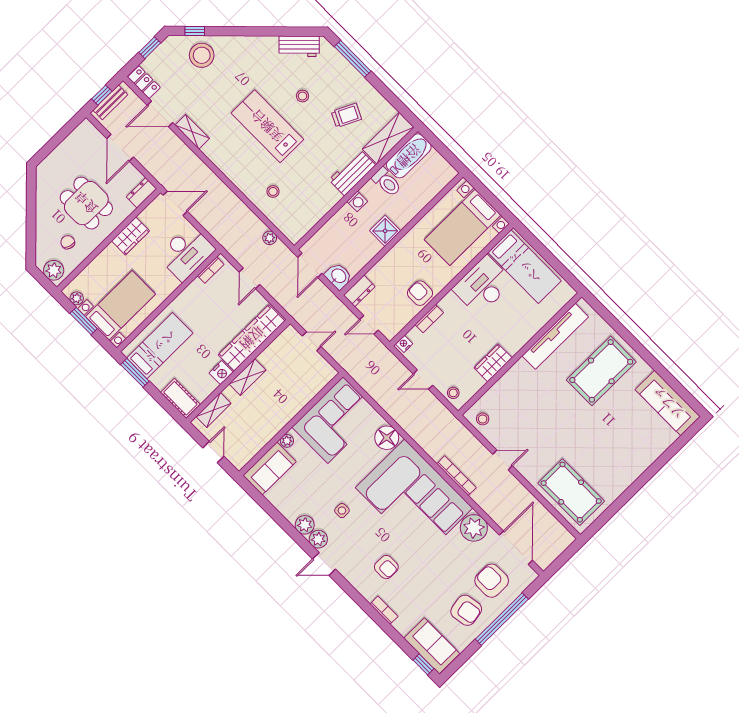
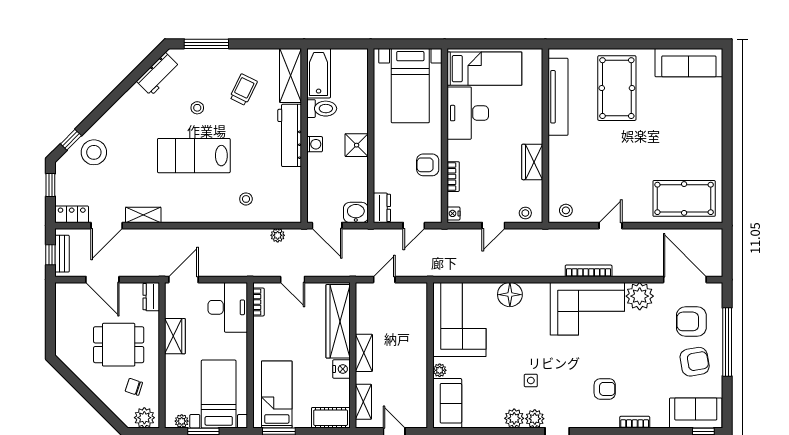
workbench: (352, 173) -> (290, 135), width x1.38
corner sofa: (414, 498) -> (587, 309), width x0.73, depth x0.74

